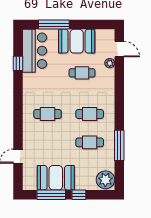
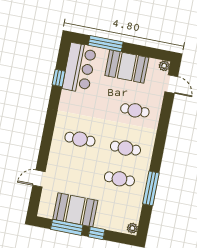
plant: (110, 63) -> (164, 66), moved
cafe table: (82, 73) -> (135, 110), moved
plant: (105, 180) -> (132, 228), width x0.53, depth x0.53

